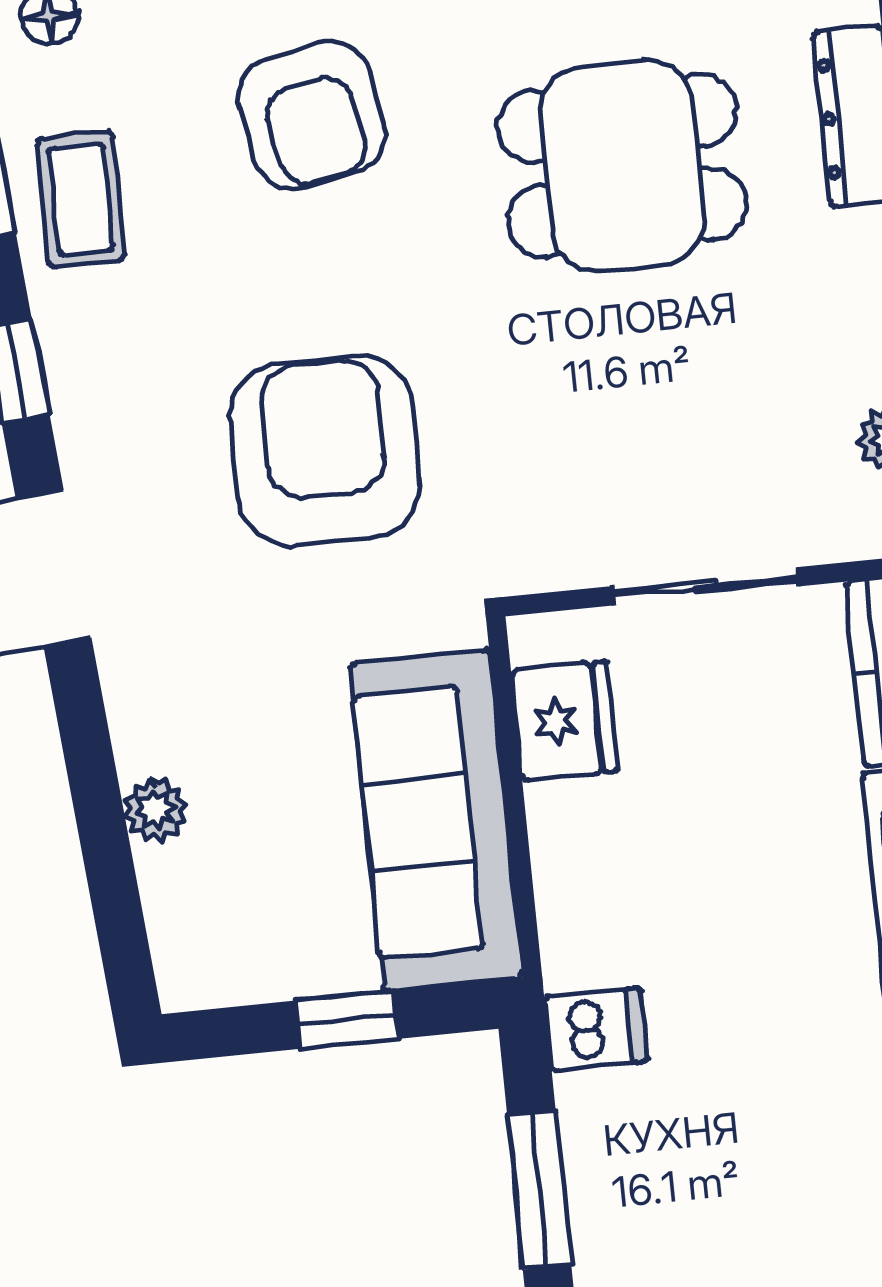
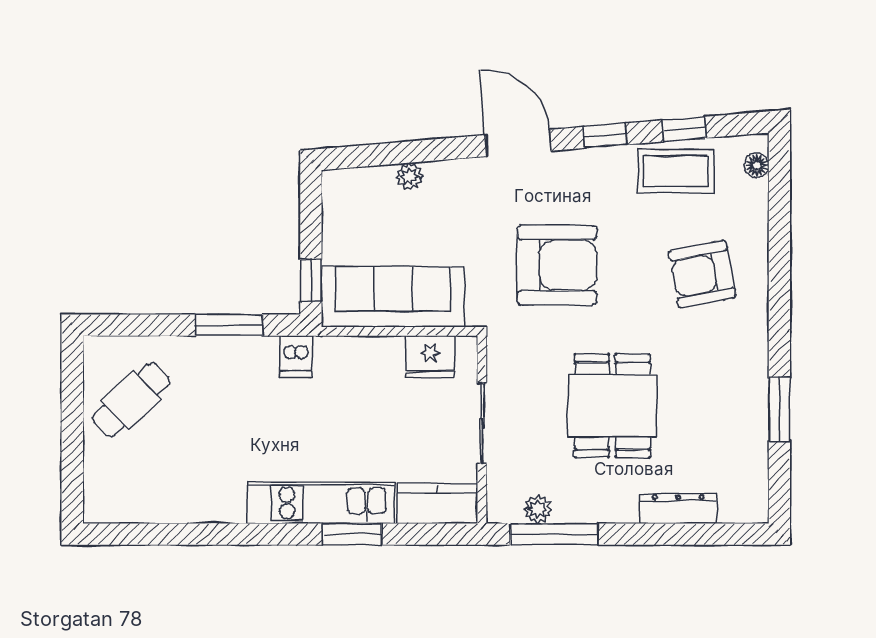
dining table: (622, 165) -> (612, 406), moved
coffee table: (81, 199) -> (676, 171), width x1.36, depth x1.30
window: (347, 1020) -> (311, 280), moved

